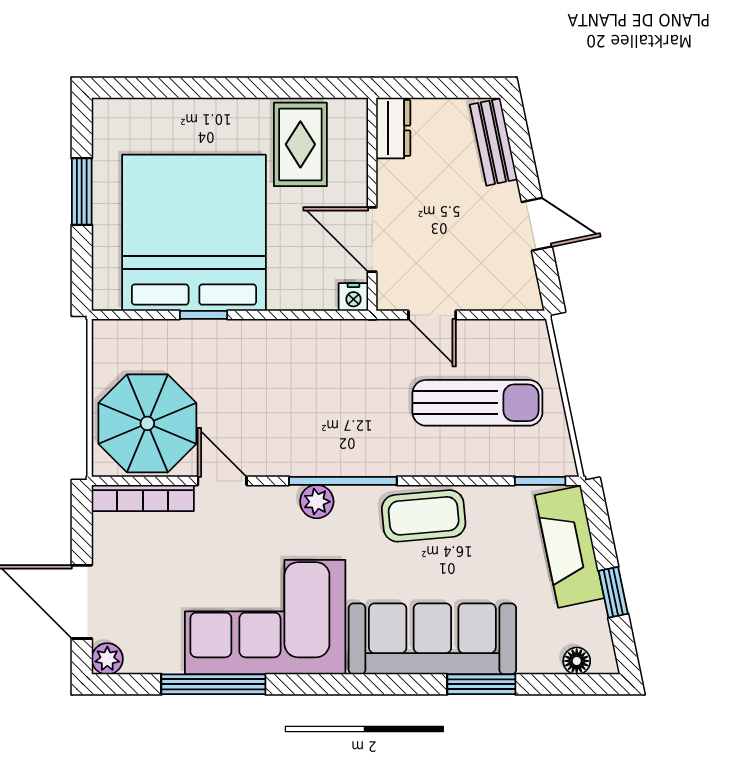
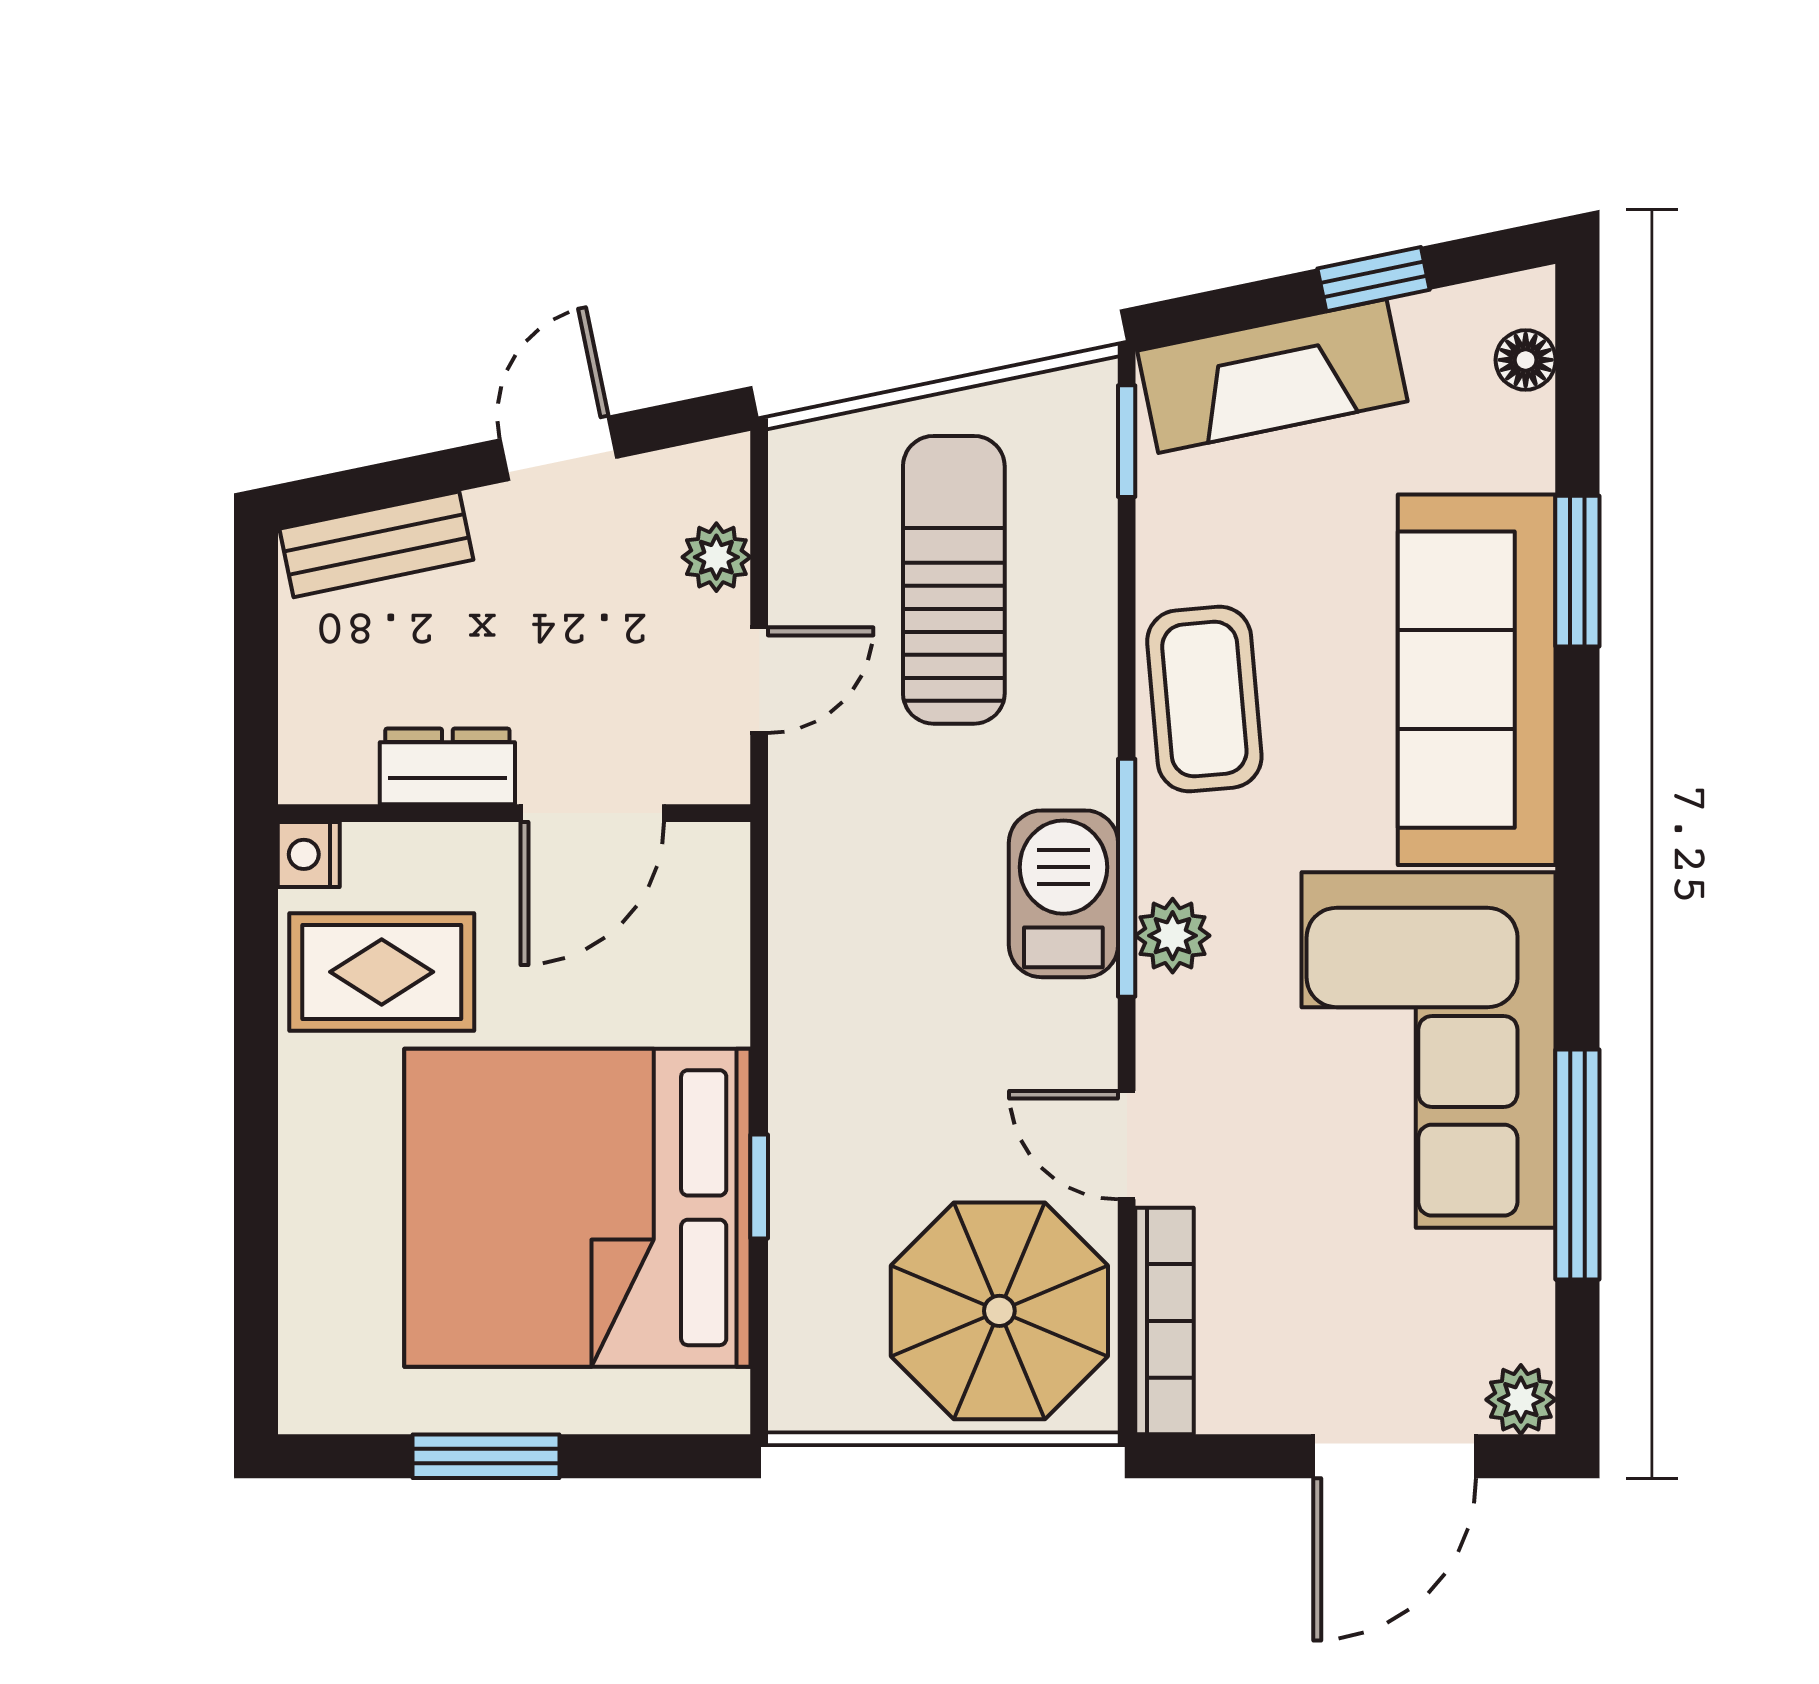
dresser: (393, 128) -> (447, 766), moved
plant: (488, 296) -> (716, 557), added
nightstand: (353, 297) -> (309, 854), moved, turned 180
barbecue: (336, 452) -> (1063, 894), added
door: (222, 481) -> (1127, 1145), hinge flipped

